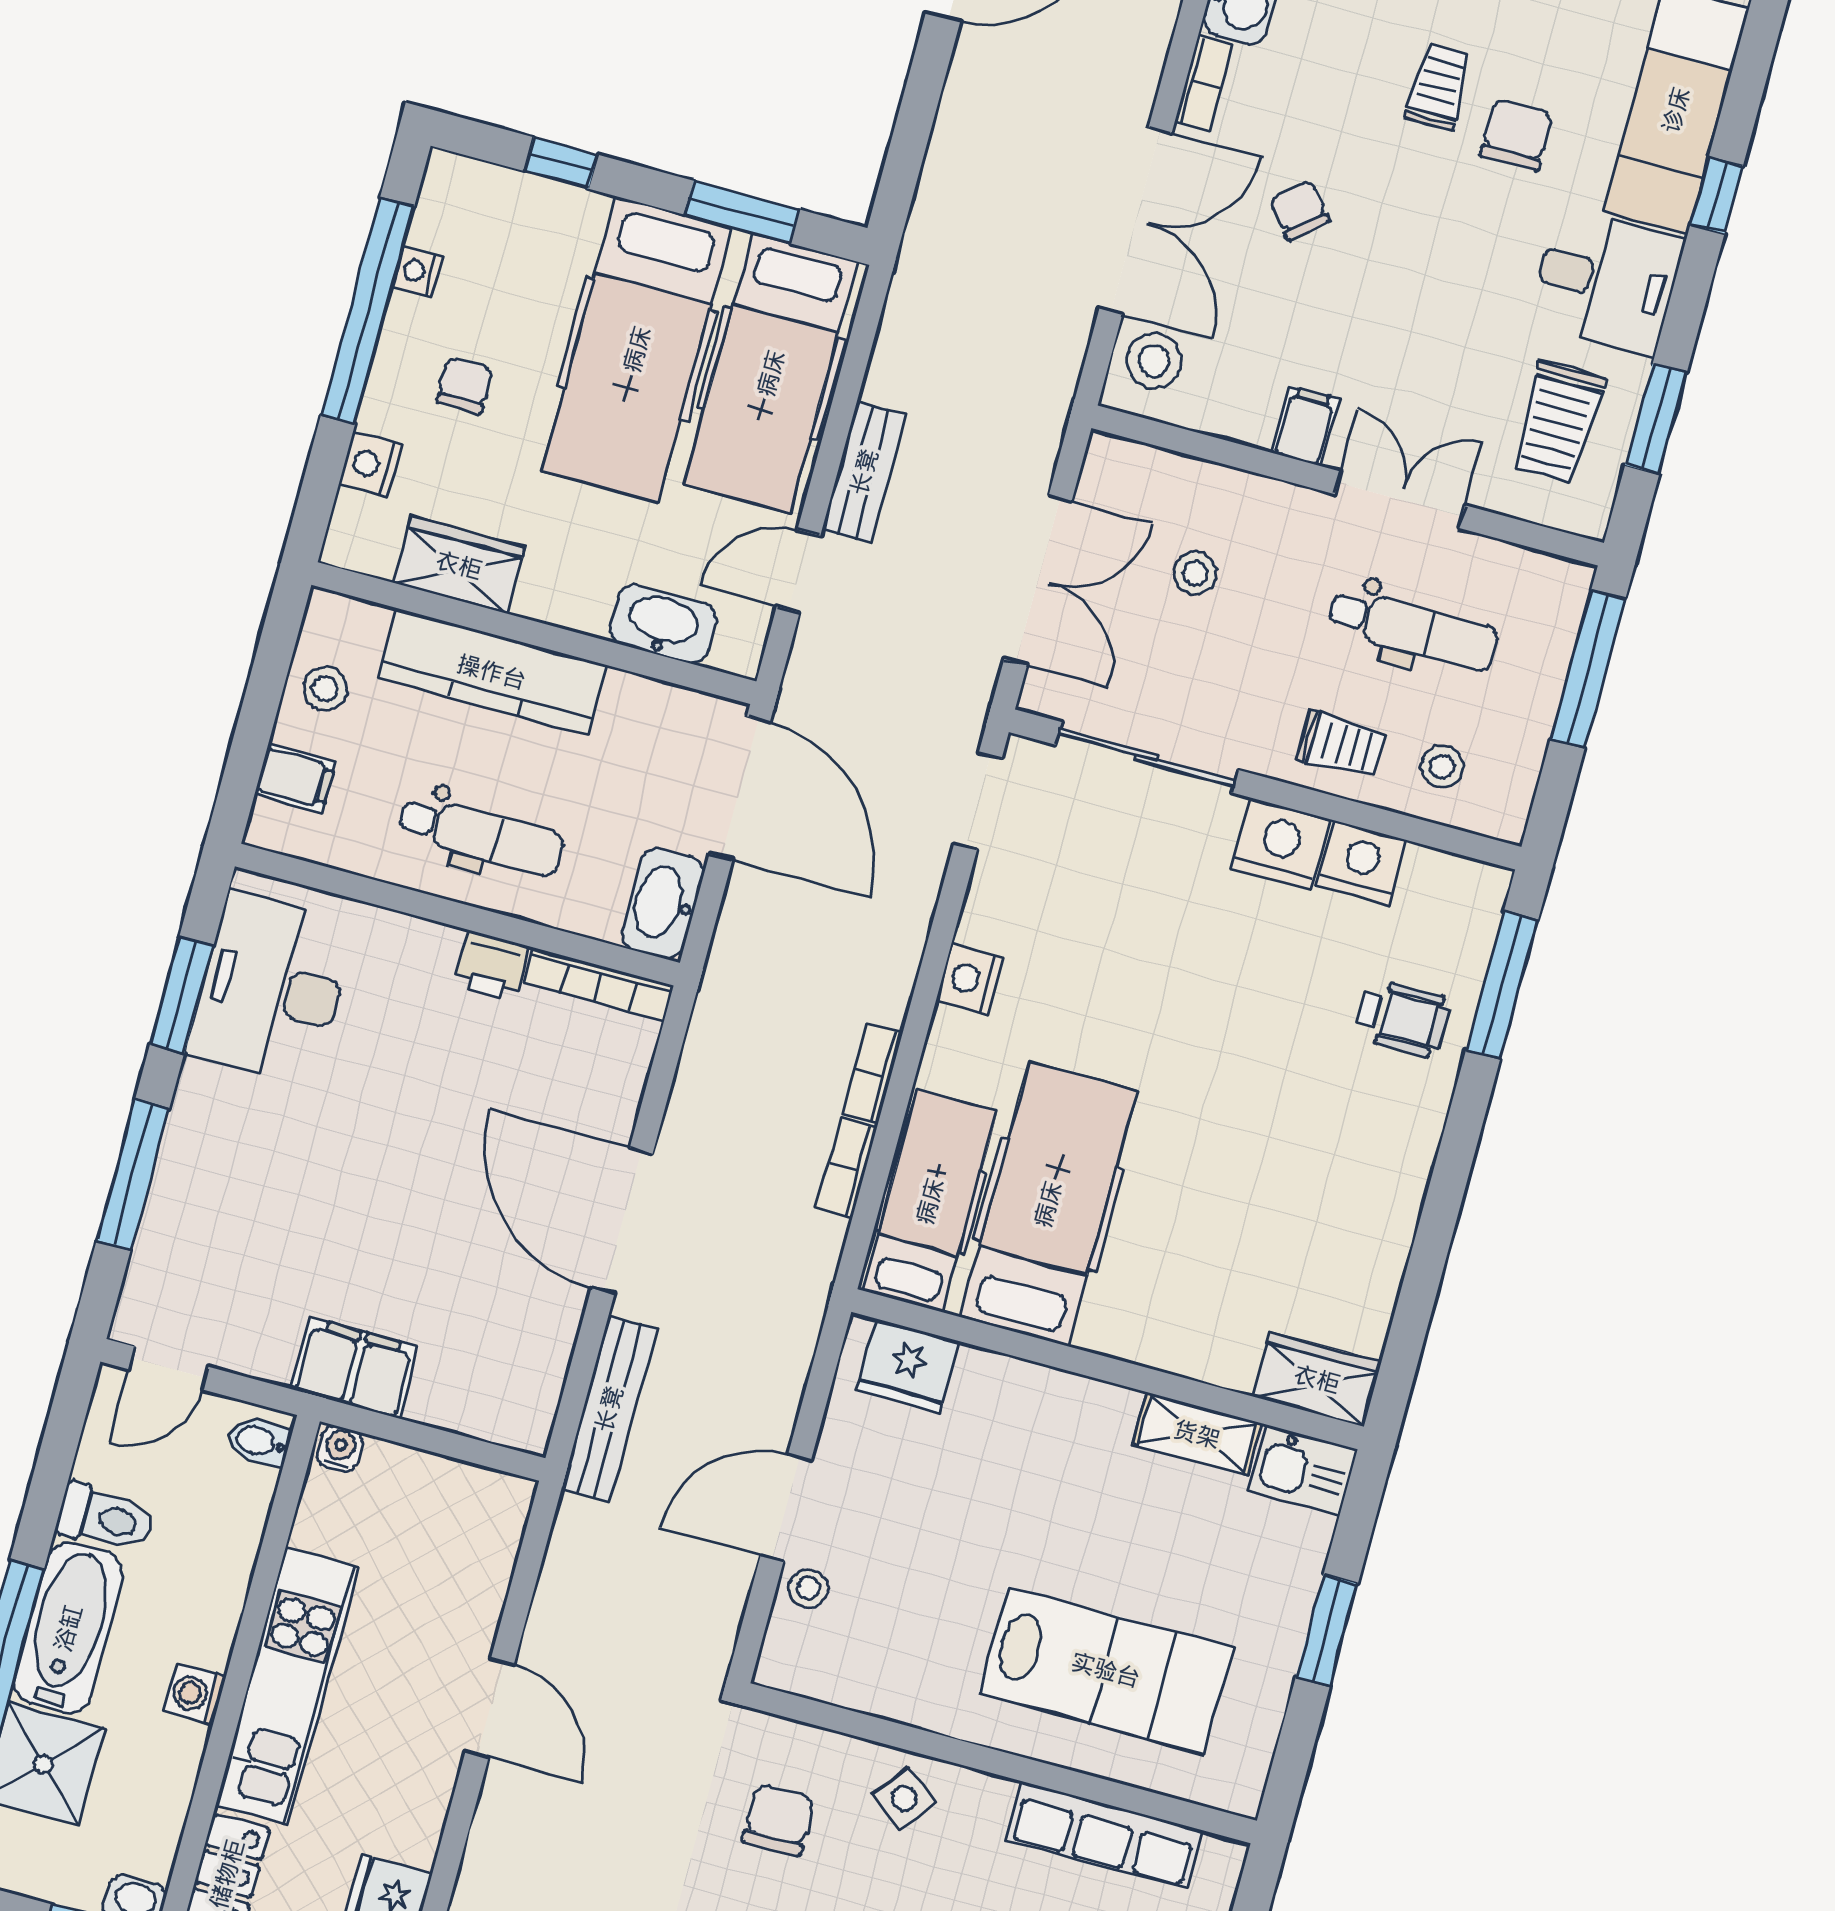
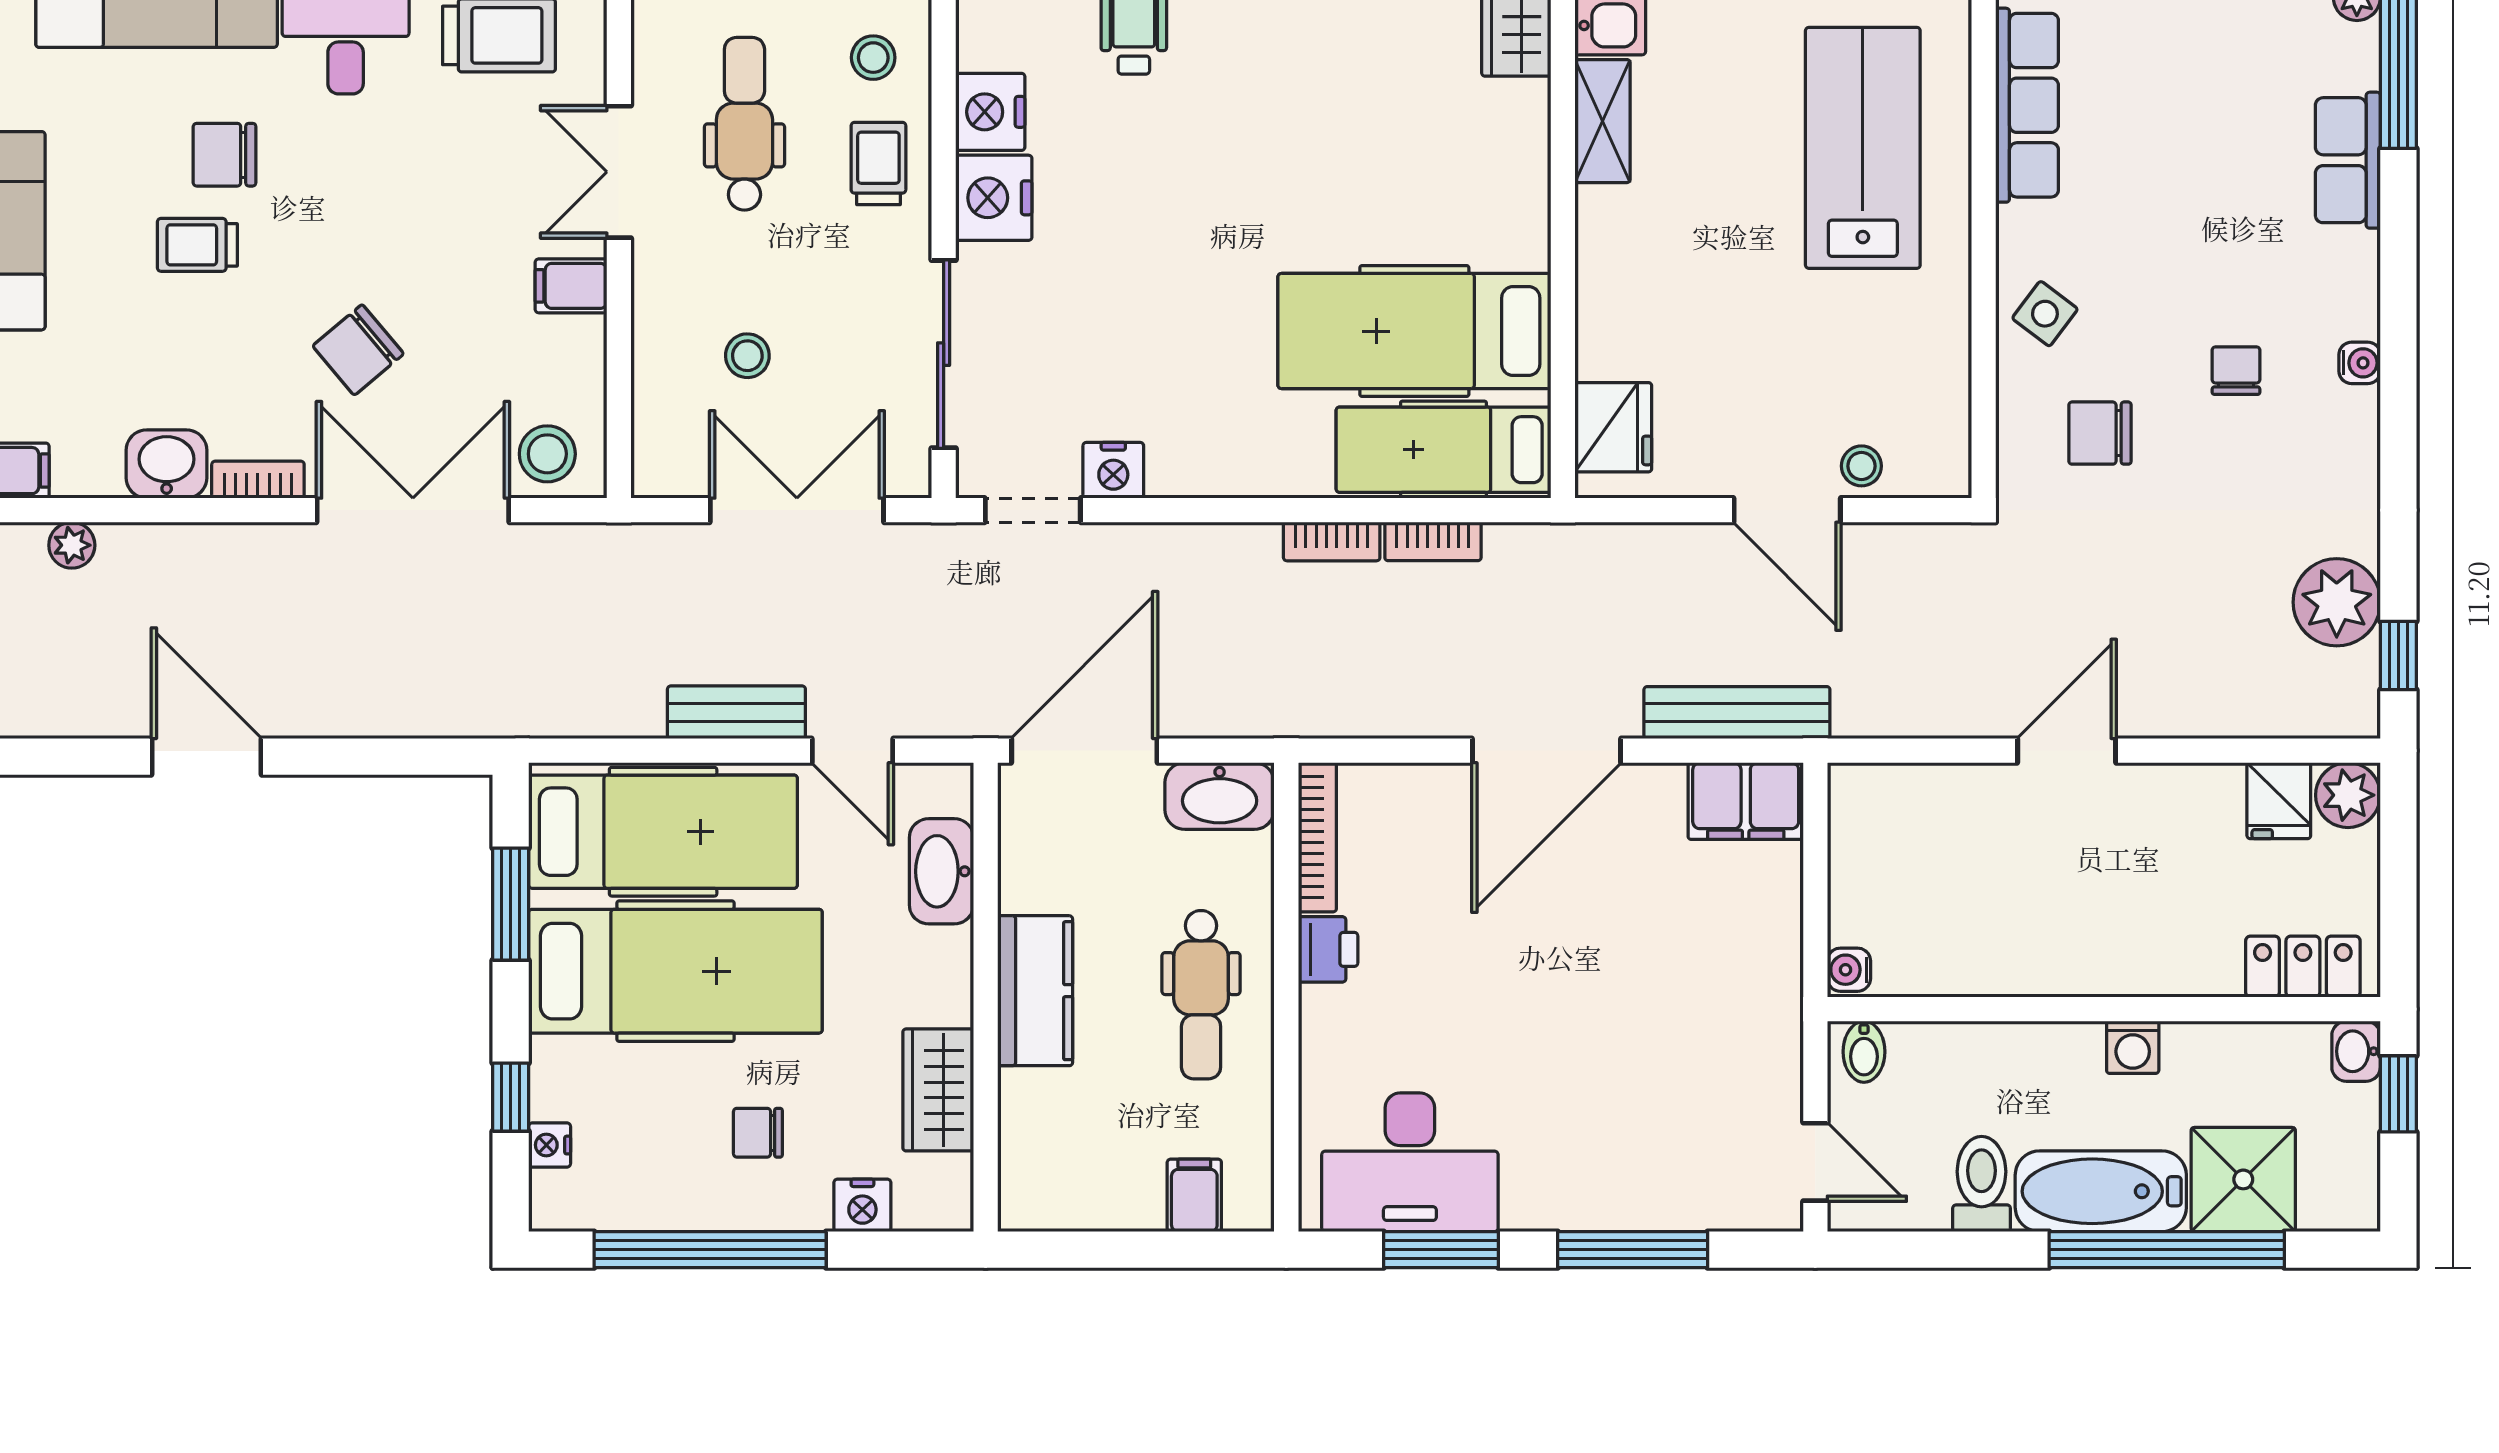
chair: (1300, 210) -> (358, 350), width x1.37, depth x1.37
nightstand: (417, 272) -> (550, 1145), moved, turned 90
kitchen counter: (492, 672) -> (1035, 991), width x0.67
stool: (325, 689) -> (1097, 1190), removed
dental chair: (481, 835) -> (1201, 995), turned 180
nightstand: (970, 979) -> (1113, 470), moved
filing cabinet: (355, 1368) -> (1746, 801), moved, turned -90
kitchen unit: (287, 1686) -> (2100, 958), removed

